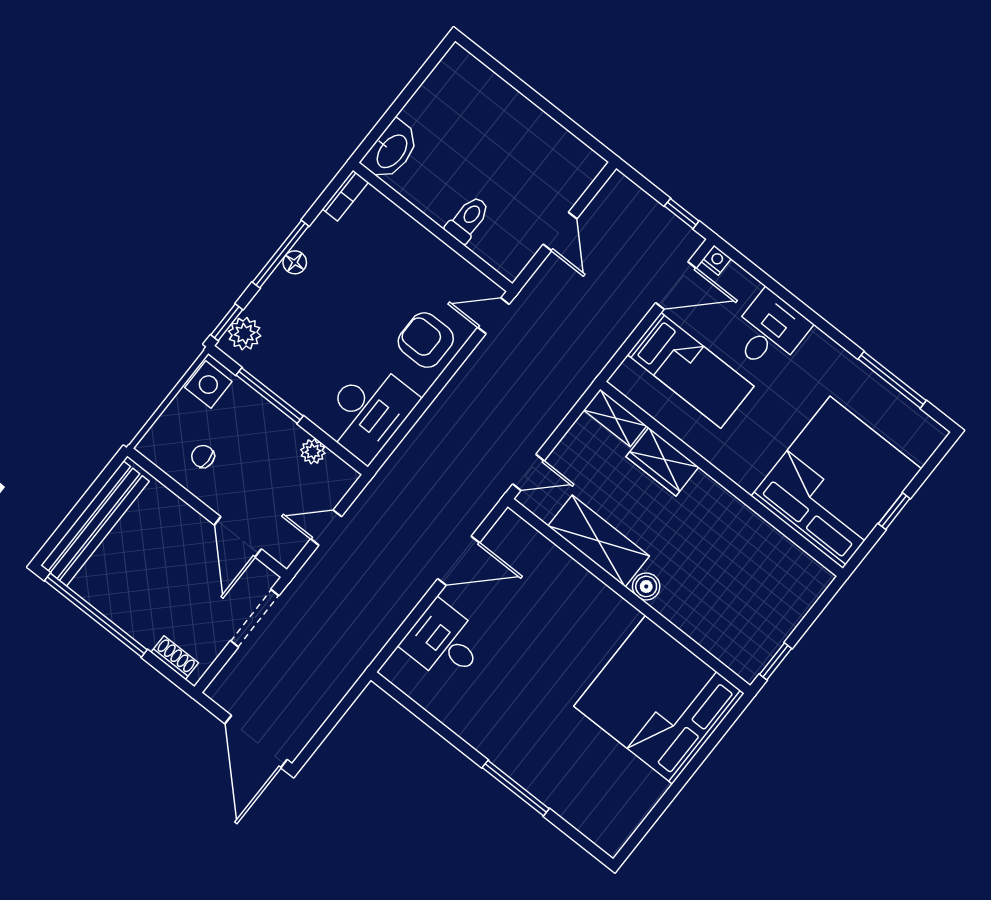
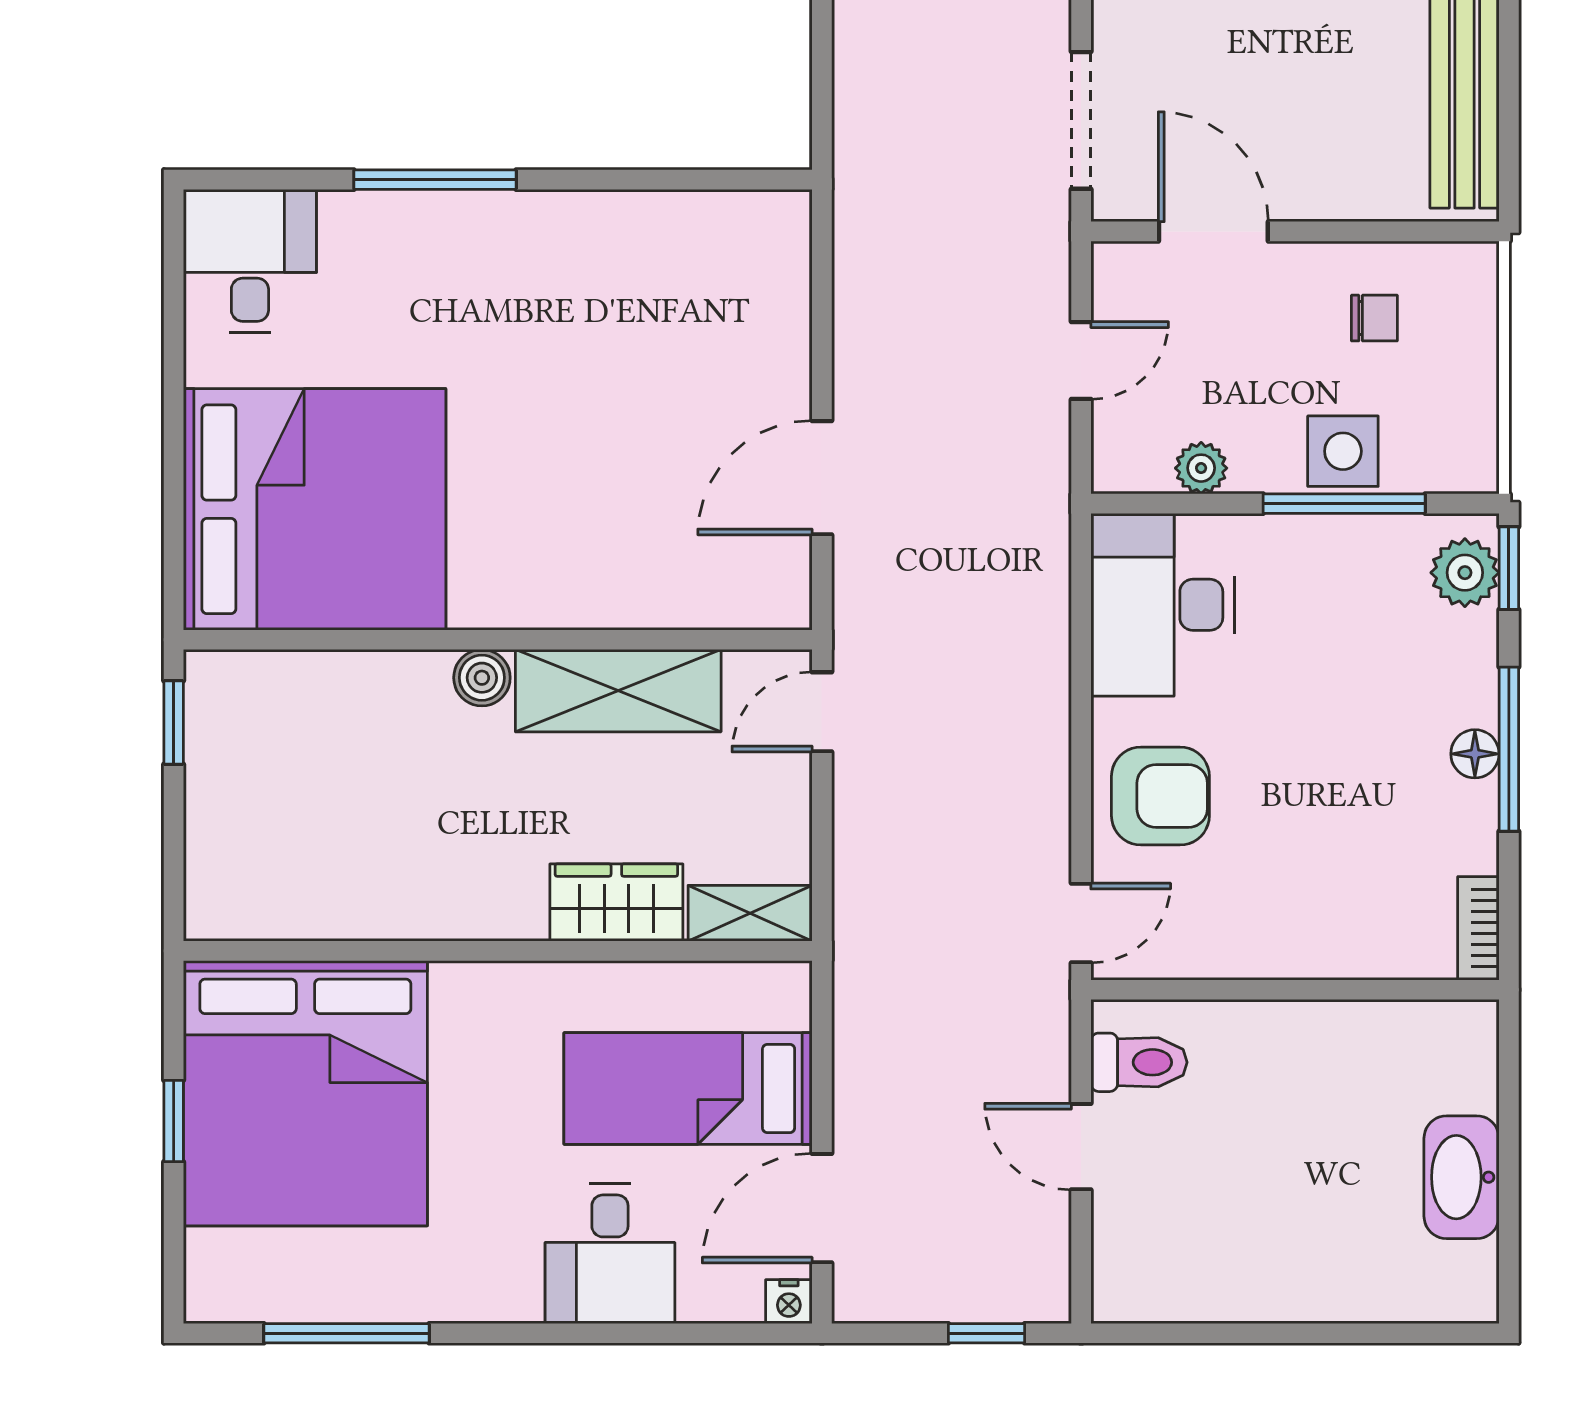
washbasin: (391, 151) -> (1462, 1177), moved
window: (682, 214) -> (987, 1333), moved
toilet: (468, 219) -> (1139, 1062), moved, turned -90
side table: (208, 385) -> (1343, 451), moved
desk: (444, 642) -> (250, 261), moved, turned -90

